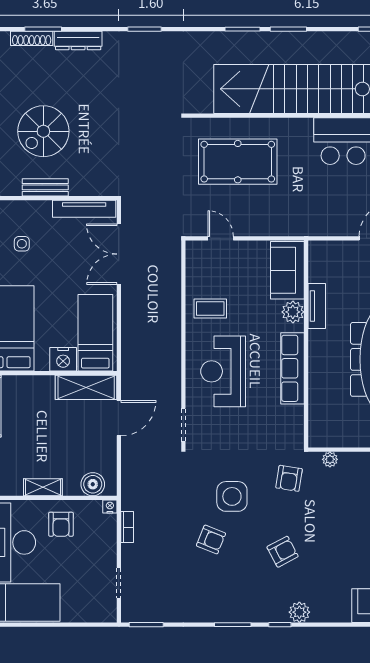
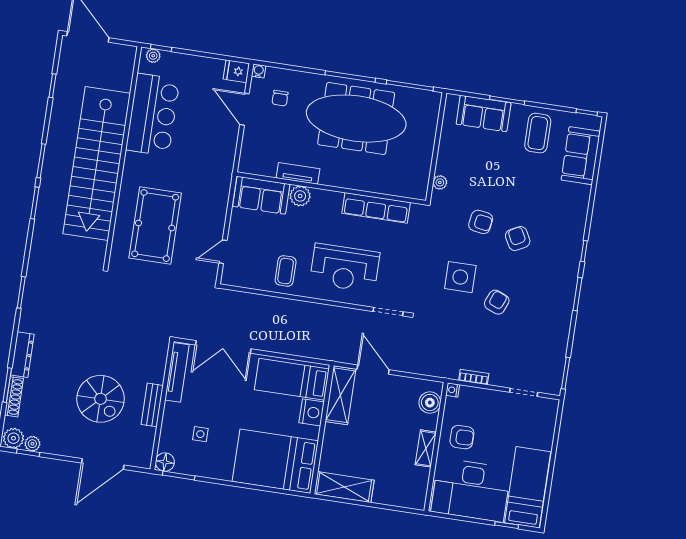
row of seats: (292, 368) -> (376, 208), moved
armchair: (289, 478) -> (481, 222), moved
plant: (299, 612) -> (575, 232), removed

